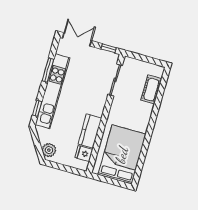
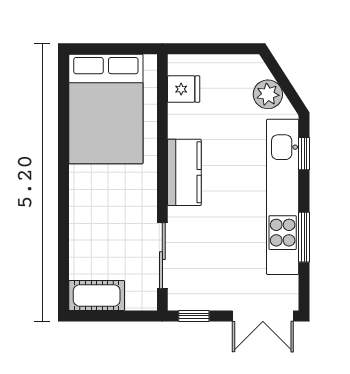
cot: (151, 90) -> (97, 295), moved, turned 90
kitchen counter: (90, 131) -> (184, 172), moved
plant: (49, 150) -> (268, 94), moved

